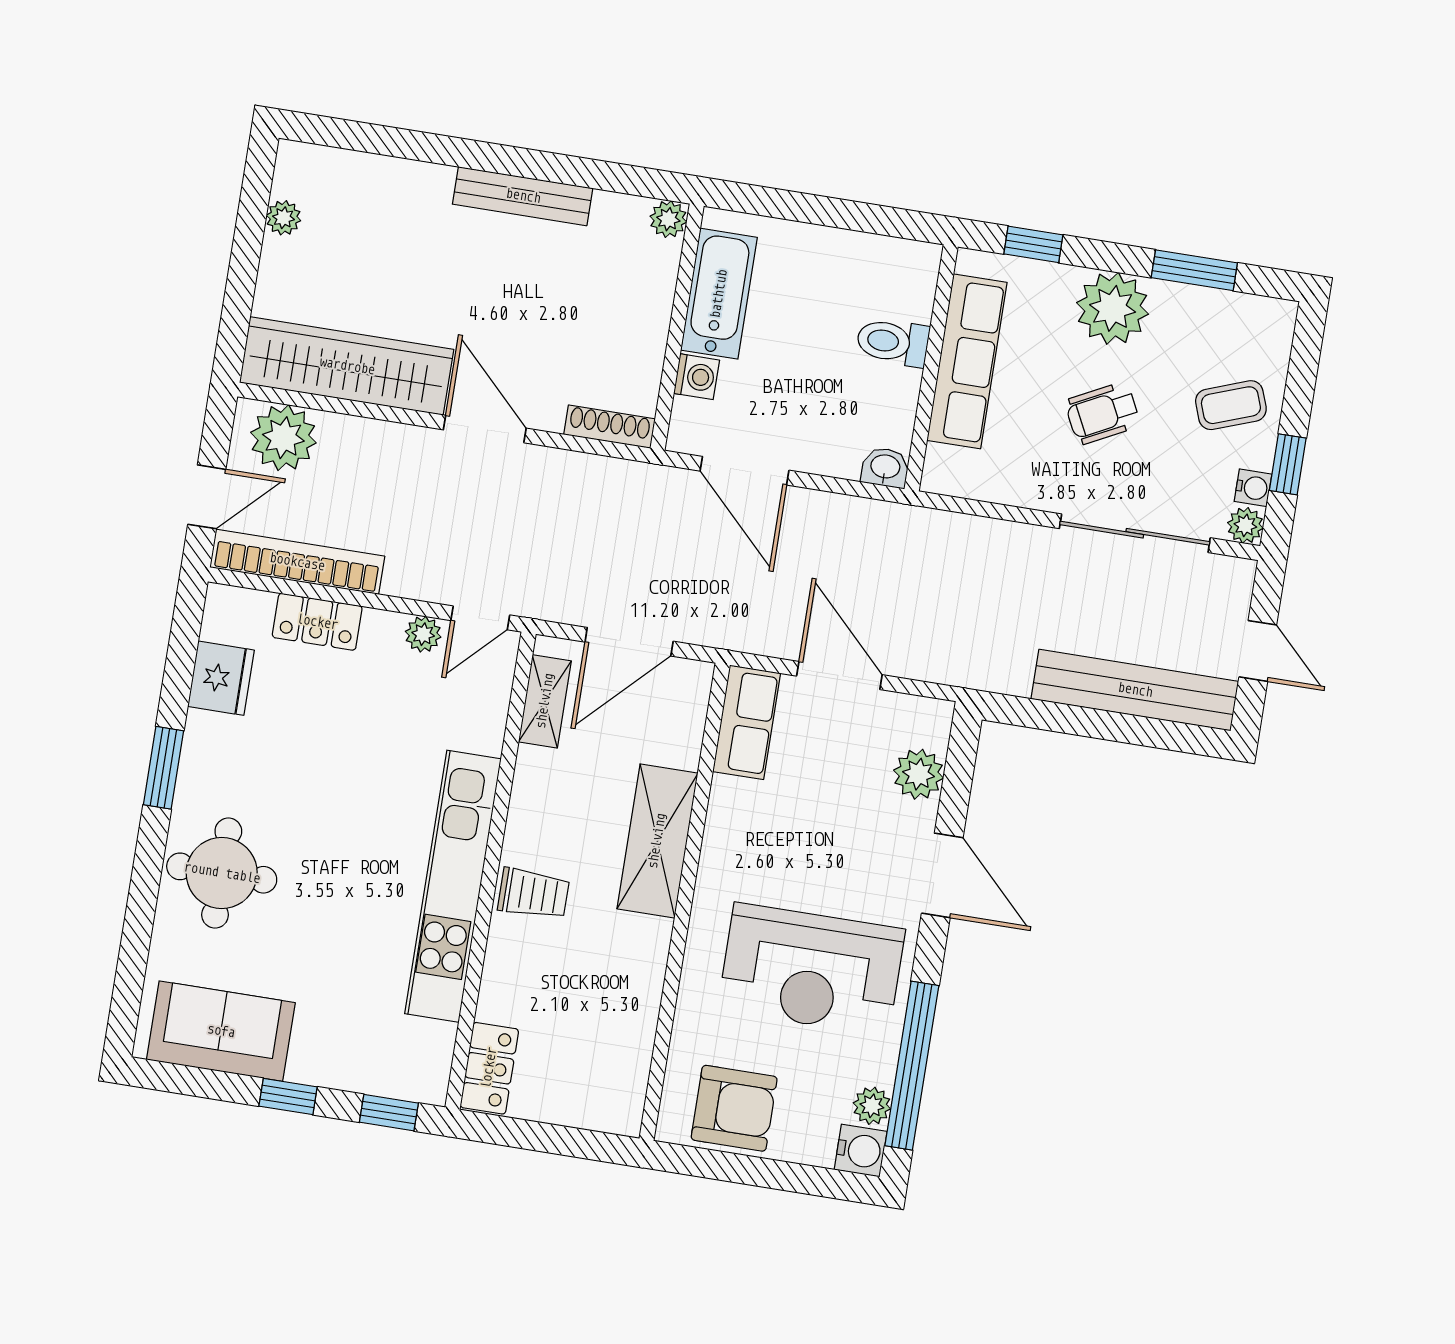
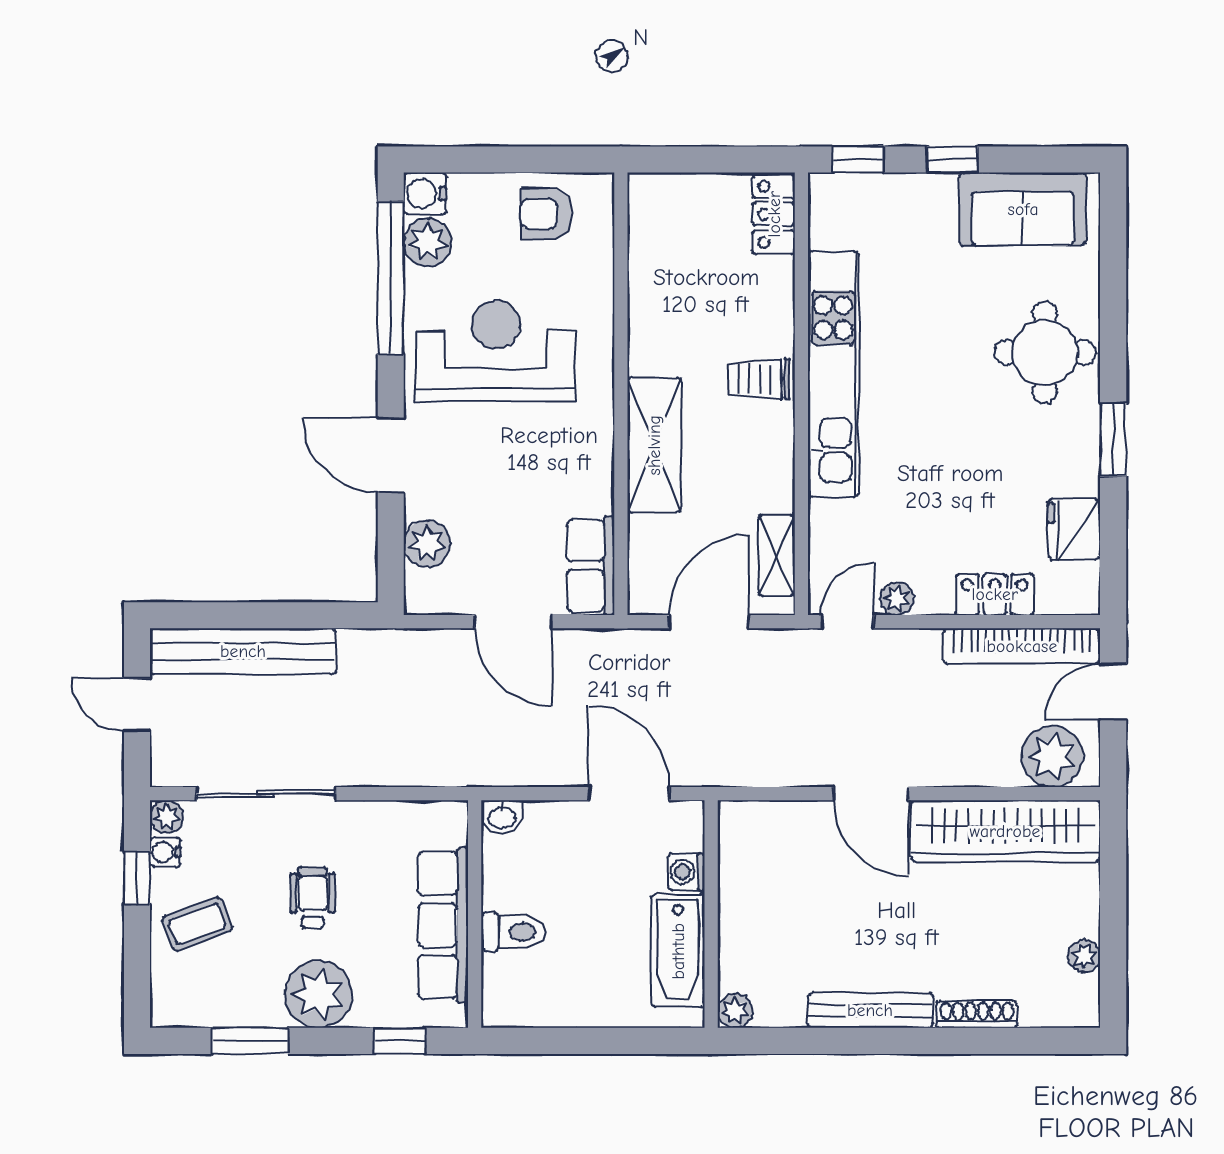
wheelchair: (1102, 413) -> (313, 898), turned -63
shoe rack: (609, 427) -> (977, 1014), moved, turned 180
plant: (872, 1106) -> (428, 242), width x1.38, depth x1.38
armchair: (734, 1108) -> (546, 214), width x0.72, depth x0.72

